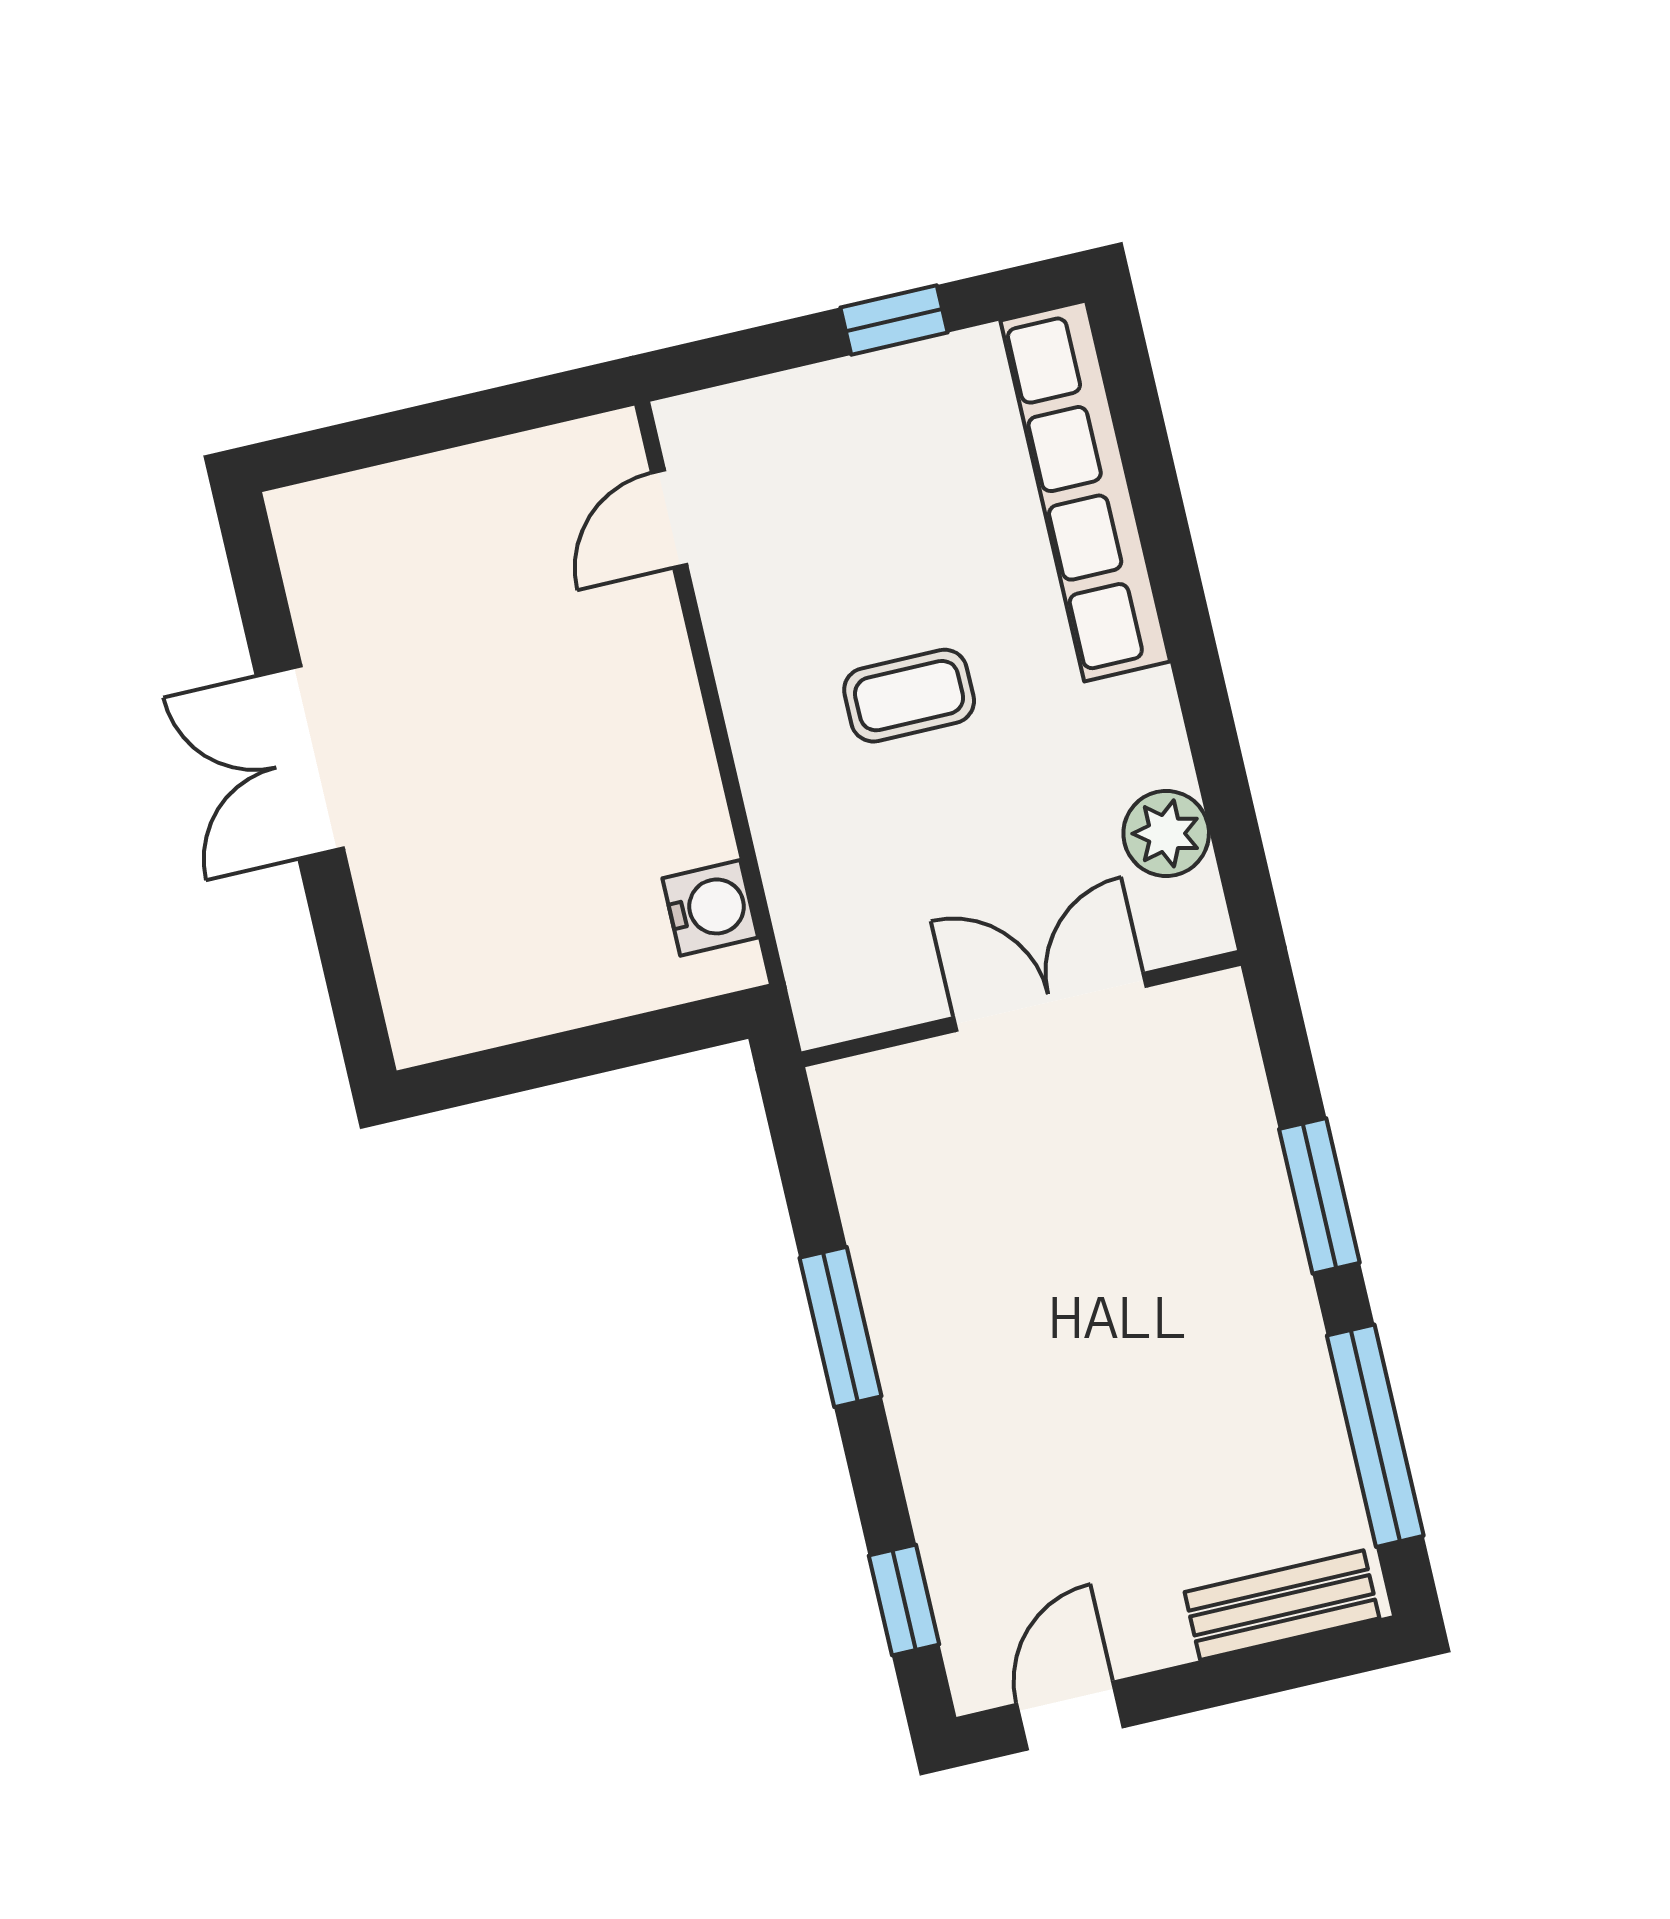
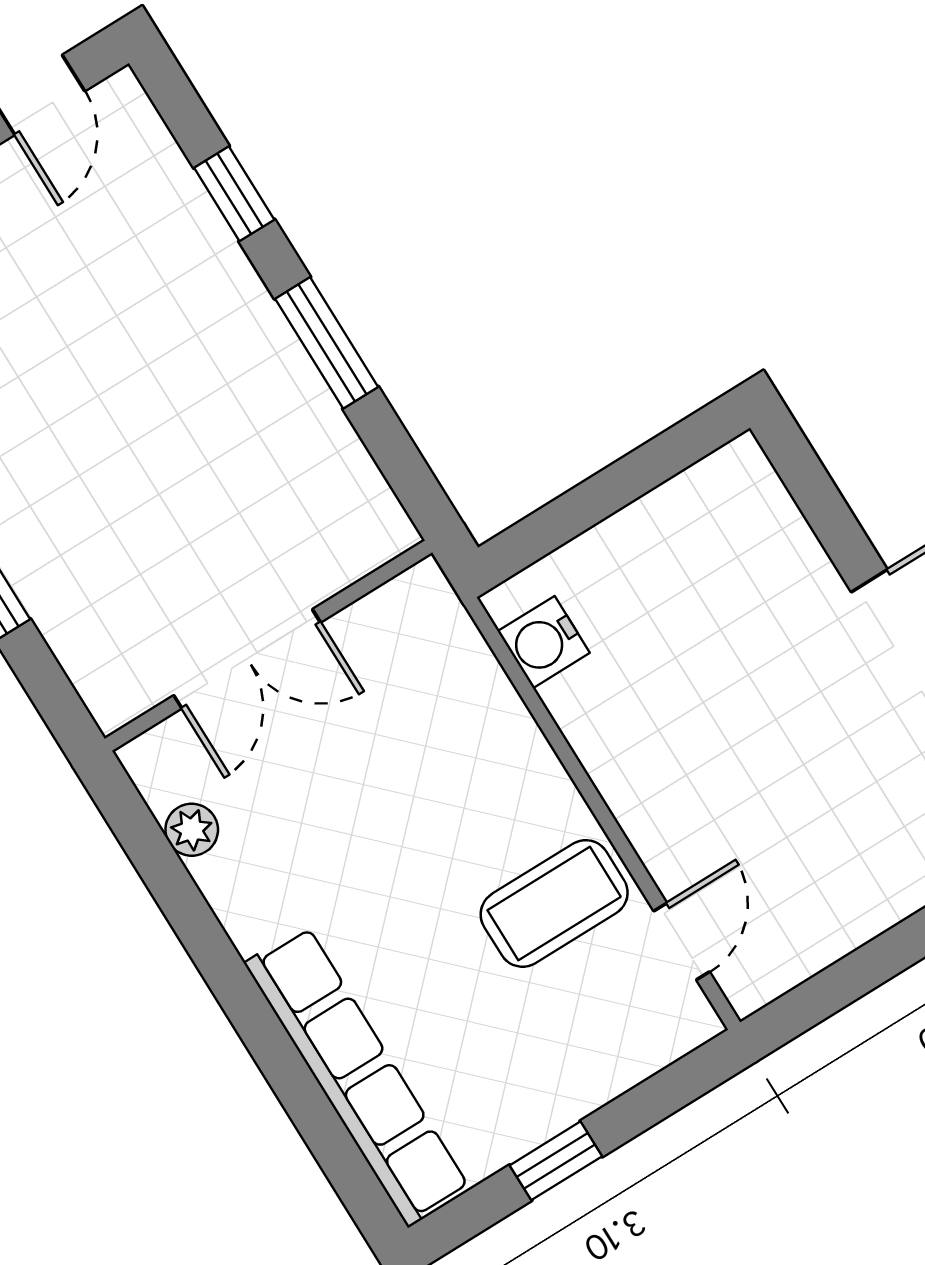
coffee table: (909, 696) -> (554, 903), moved, width x1.36, depth x1.30
plant: (1166, 833) -> (192, 830), width x0.73, depth x0.73
window: (904, 1600) -> (234, 194), moved

